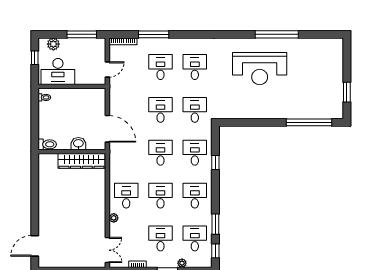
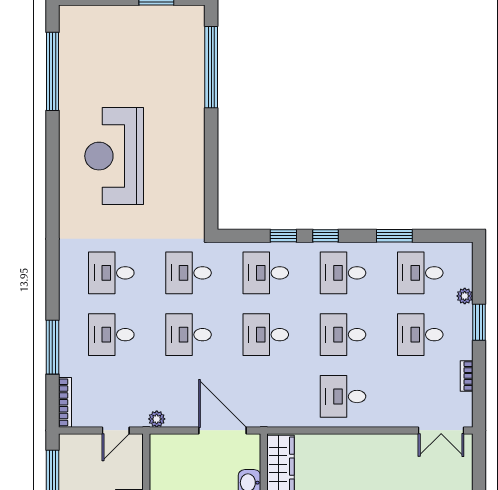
window: (277, 34) -> (52, 71), moved
door: (107, 69) -> (116, 430), swing flipped
reception desk: (260, 69) -> (114, 156), turned 180
door: (107, 129) -> (223, 430), hinge flipped
plant: (114, 218) -> (157, 419), moved
double door: (107, 250) -> (441, 430), swing flipped
window: (215, 251) -> (325, 236), moved

